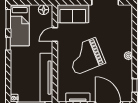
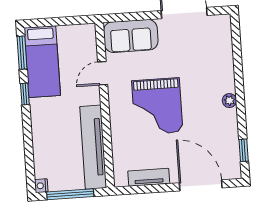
floor lamp: (44, 10) -> (81, 32), removed
grand piano: (86, 56) -> (157, 106), turned -68

